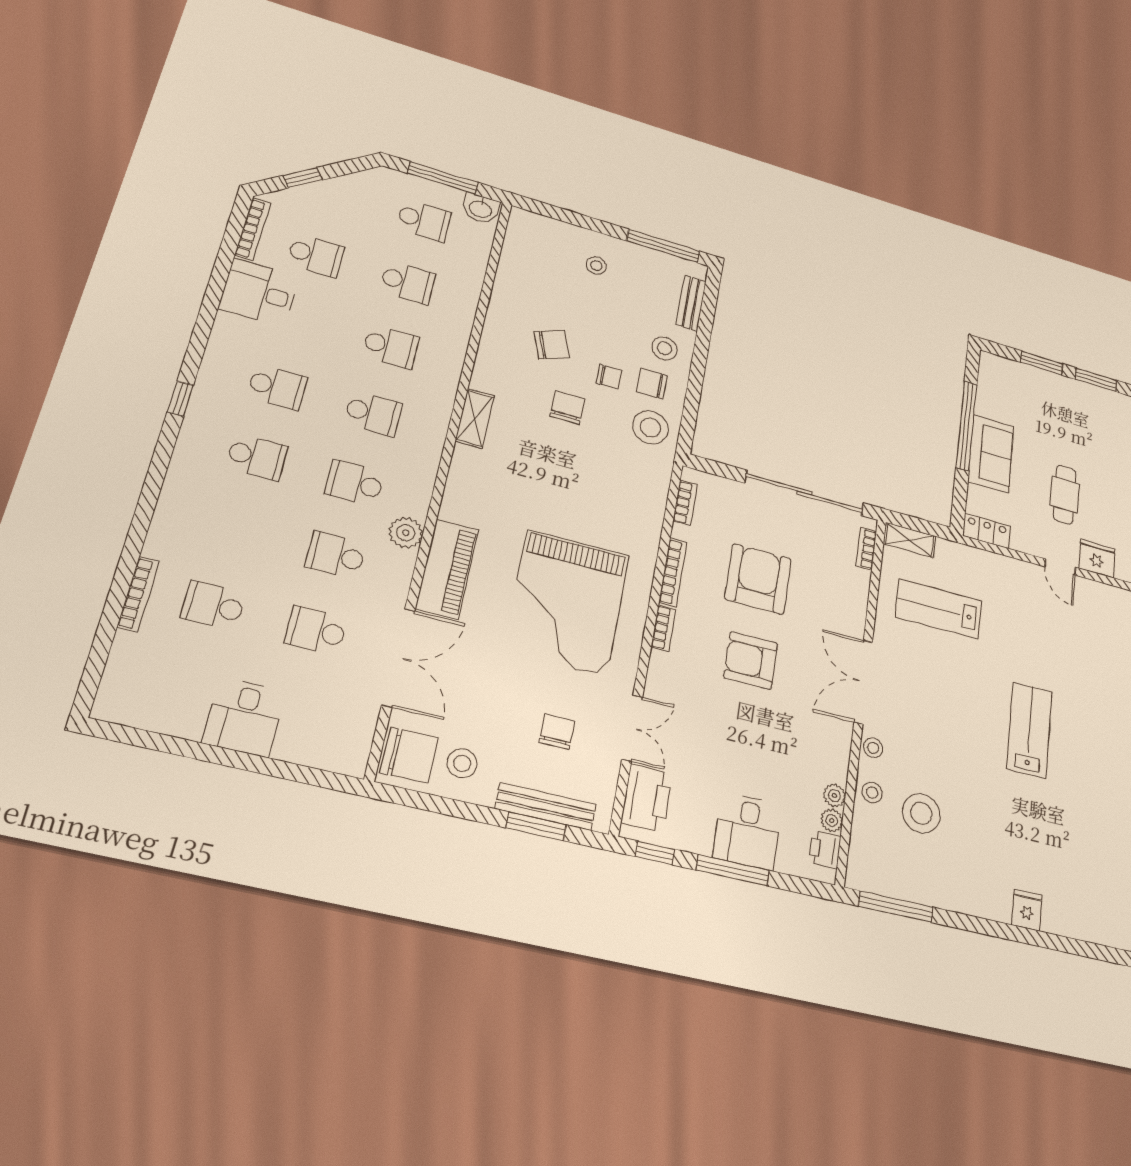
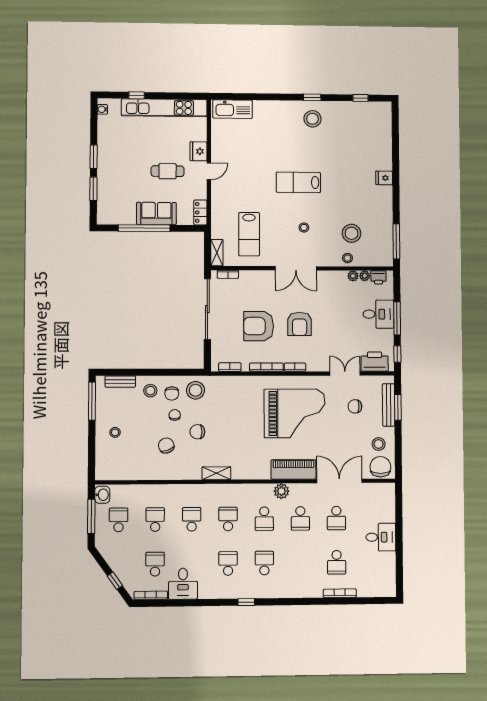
stool: (873, 748) -> (304, 228), moved

